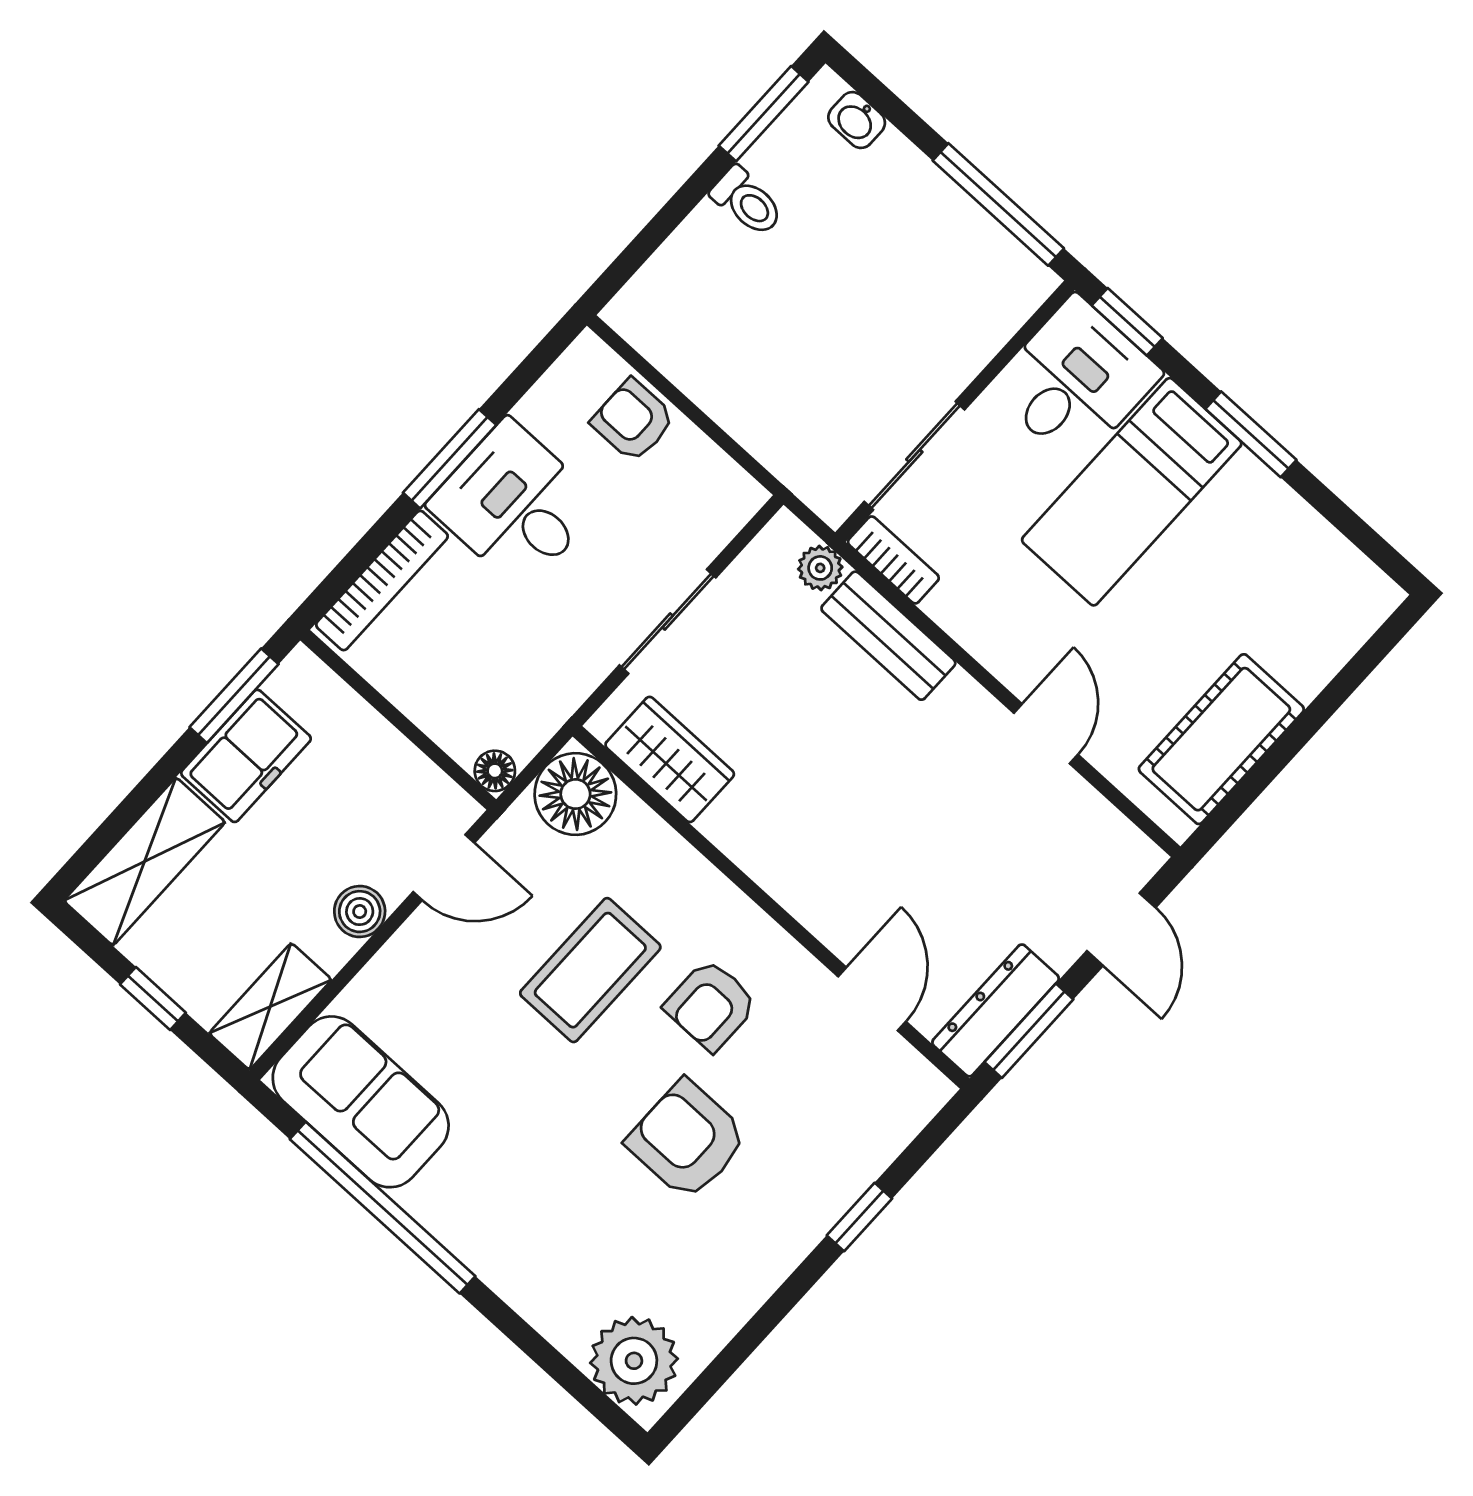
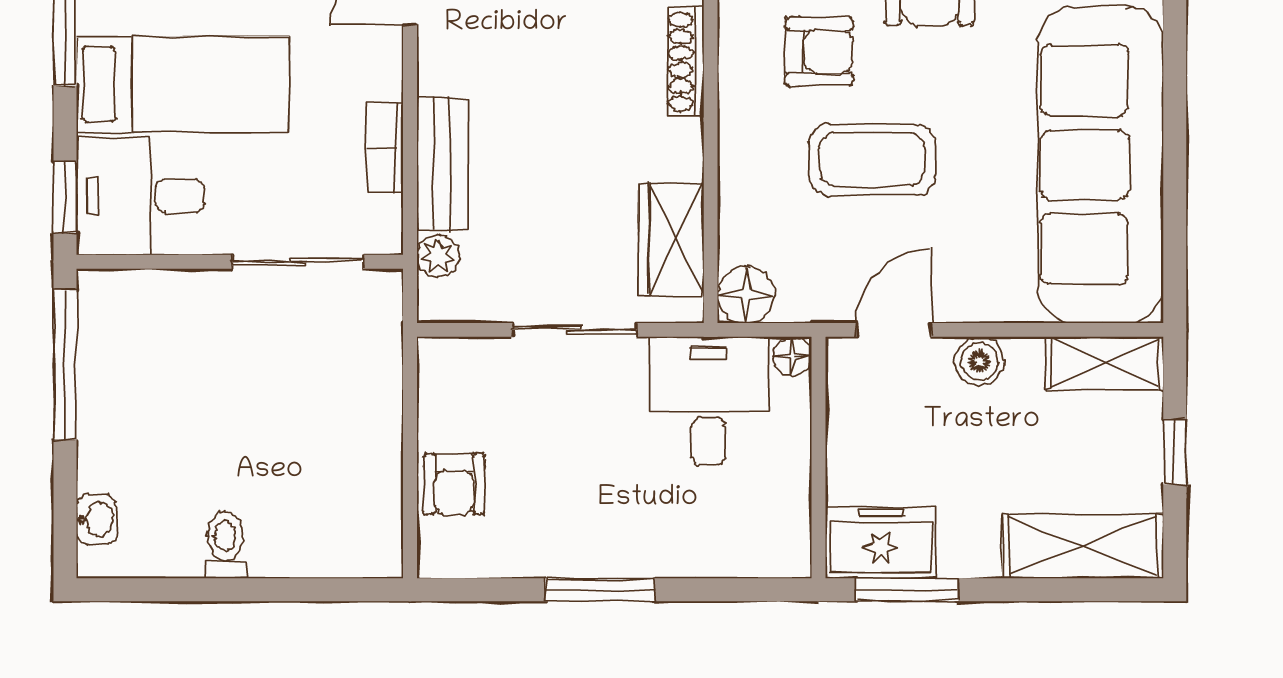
window: (764, 114) -> (152, 590), removed
desk: (515, 505) -> (709, 401), moved, turned 180
bookcase: (893, 560) -> (385, 147), moved
bookcase: (382, 581) -> (730, 559), removed
freezer: (246, 756) -> (881, 542), moved
floor lamp: (575, 794) -> (746, 295), width x0.73, depth x0.73
door: (444, 867) -> (894, 330), hinge flipped
shoe rack: (797, 895) -> (685, 62), added
sofa: (361, 1102) -> (1101, 165), width x1.85, depth x1.27
window: (383, 1208) -> (1175, 154), removed

